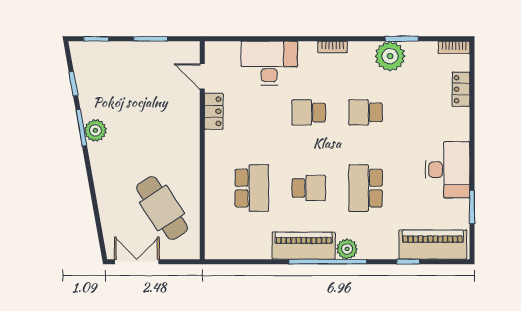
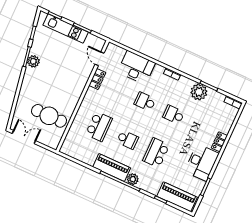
kitchen unit: (124, 52) -> (66, 29), added
locker: (461, 89) -> (219, 142), moved
cafe table: (162, 208) -> (49, 116), turned -57

